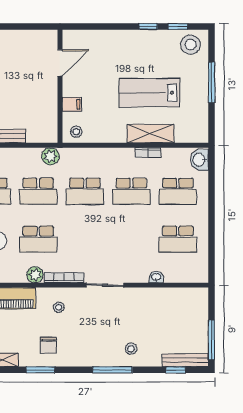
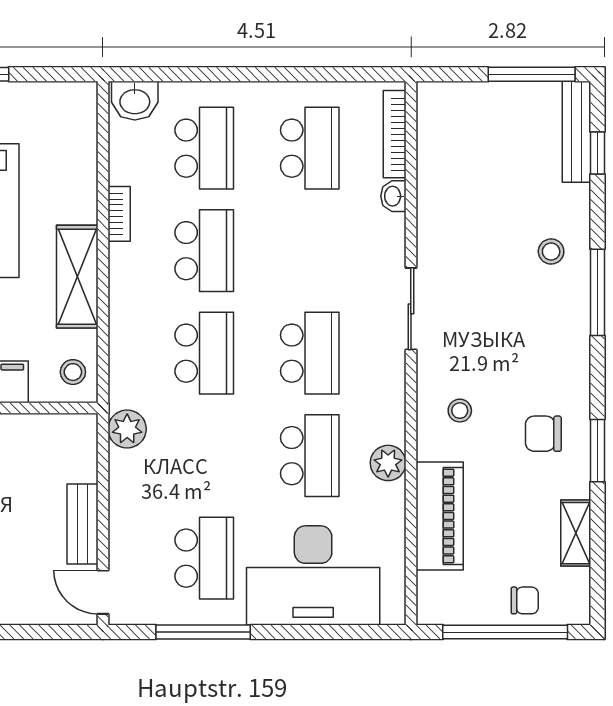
shelving: (150, 134) -> (77, 277), moved
school desk: (38, 191) -> (310, 353), moved
bookcase: (64, 278) -> (395, 134), moved
chair: (48, 345) -> (543, 434), turned 180

